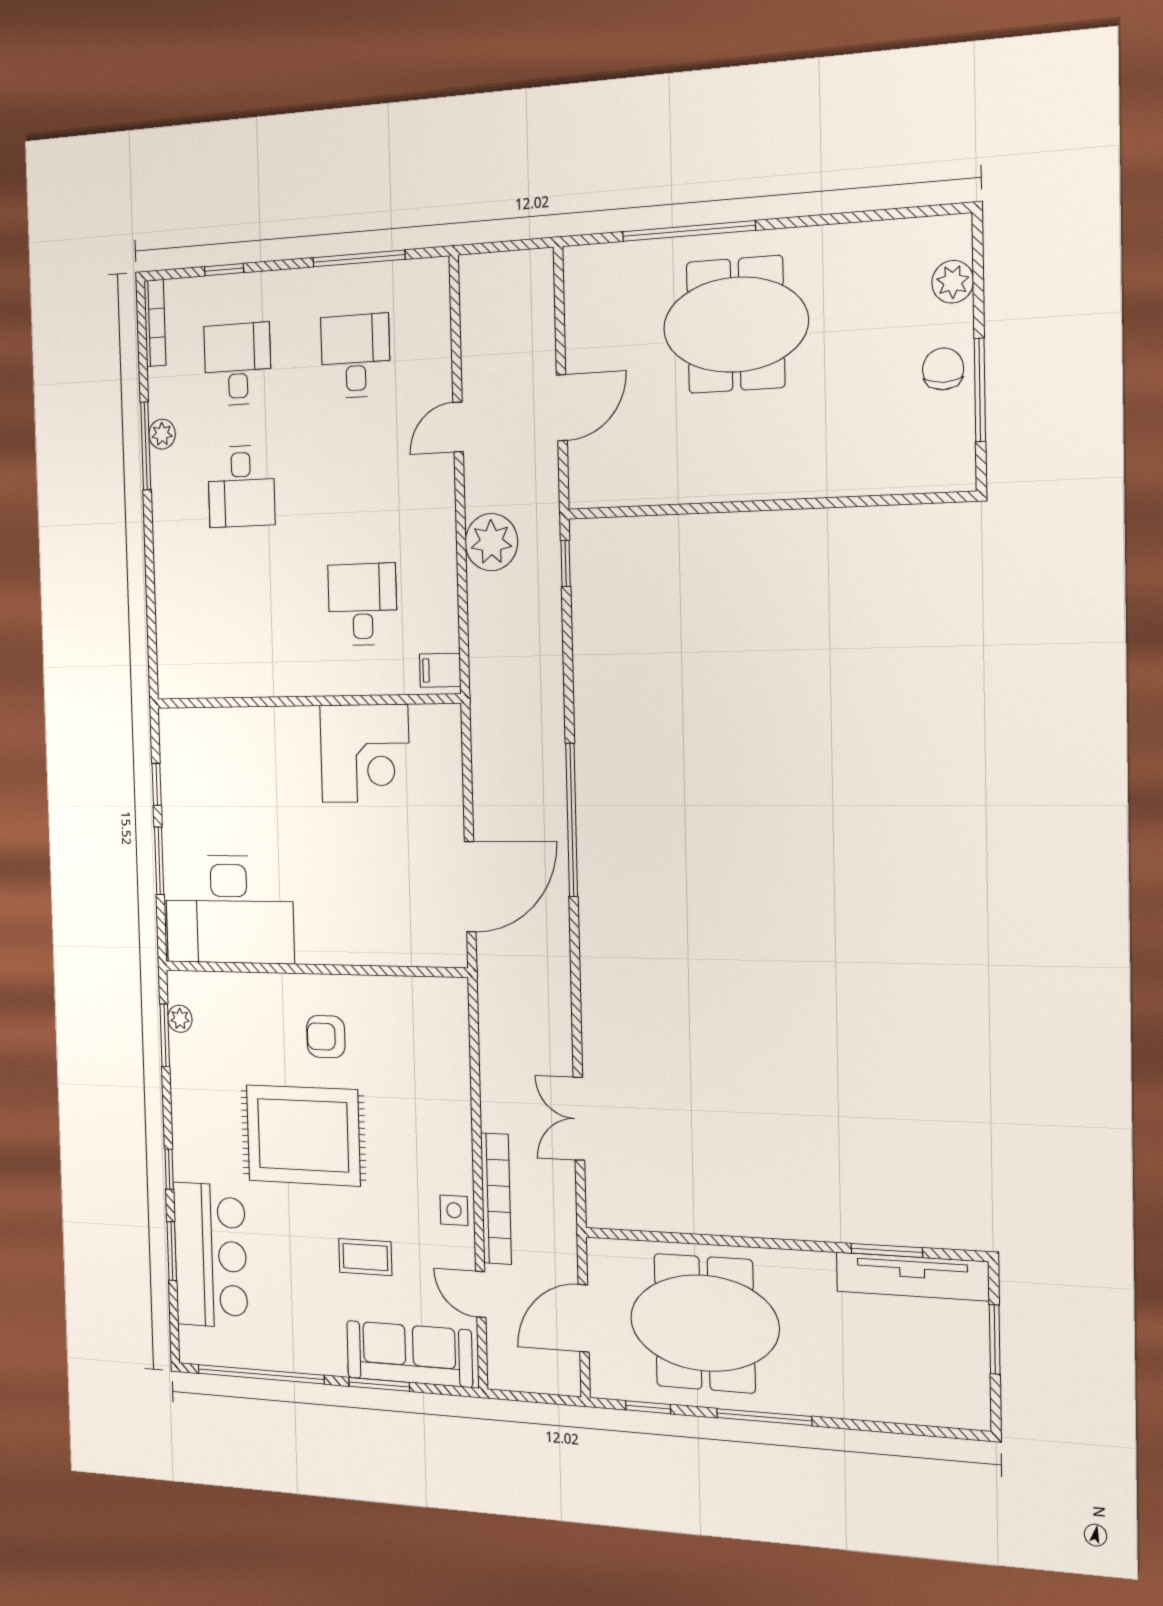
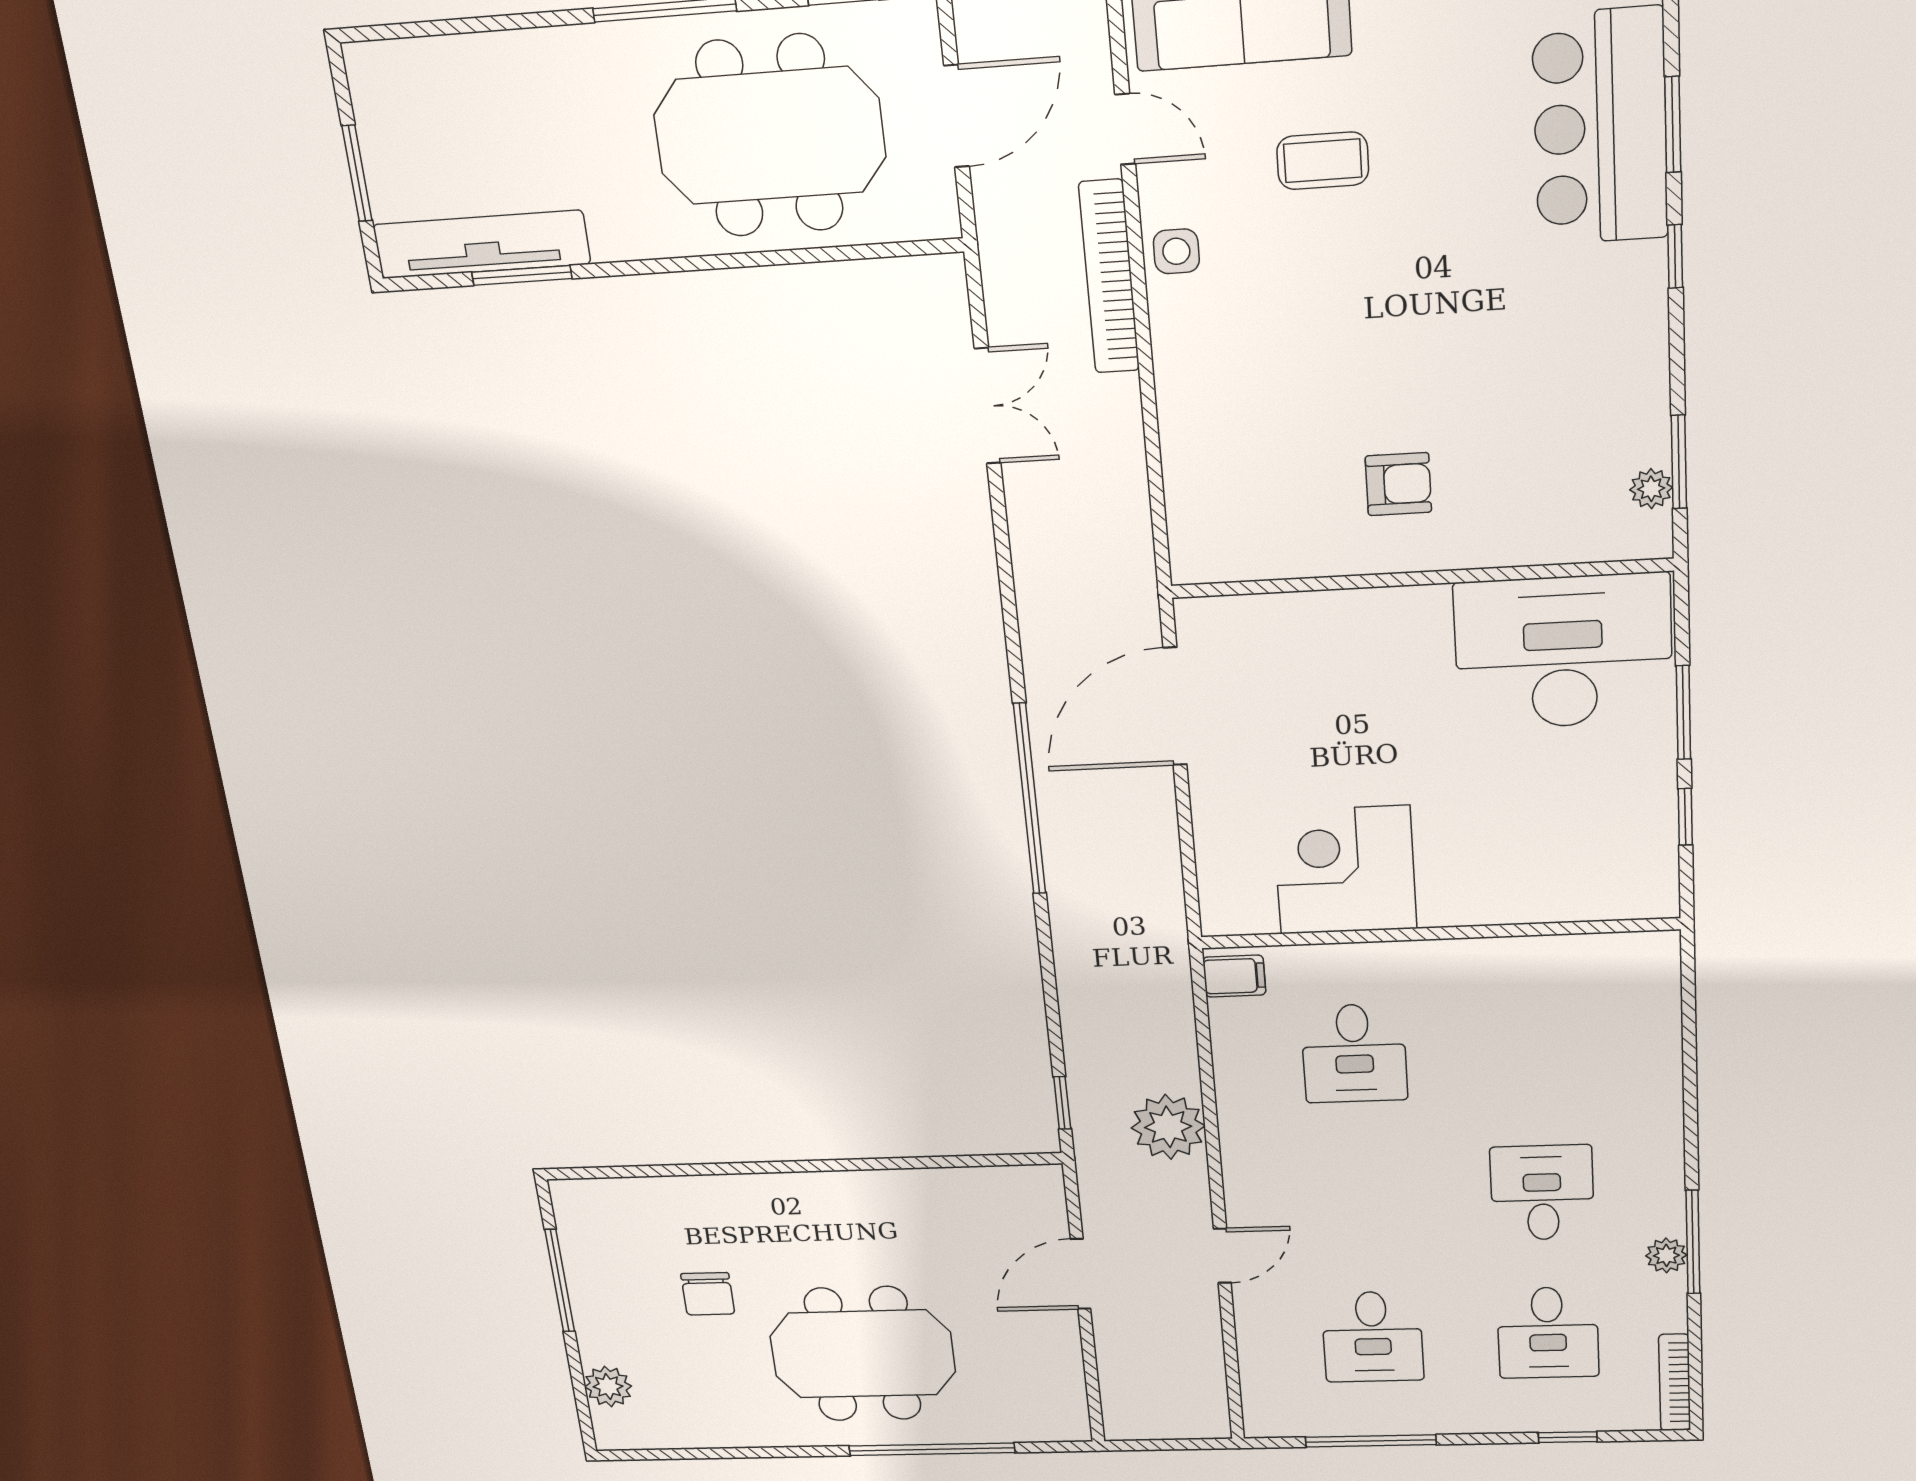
chair: (943, 369) -> (708, 1294), moved
rug: (303, 1135) -> (1435, 335), removed

